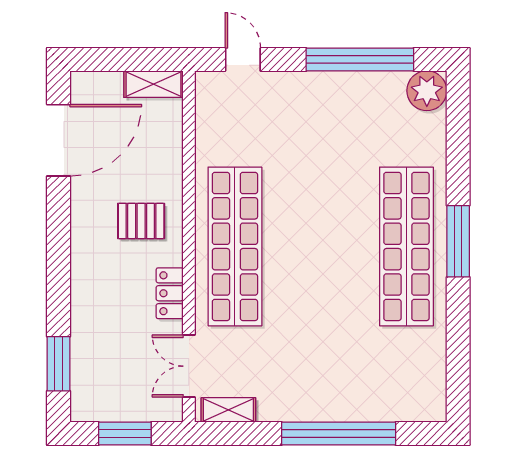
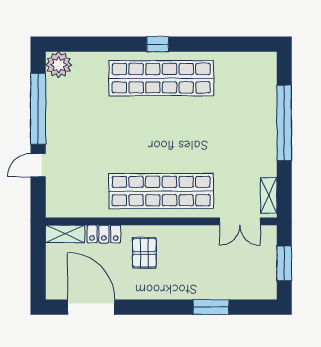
door: (243, 59) -> (38, 165), moved
shelving: (154, 84) -> (65, 234), moved, turned 90
window: (458, 241) -> (158, 44), width x0.46
locker: (170, 293) -> (104, 234), moved
window: (59, 364) -> (211, 307), moved

